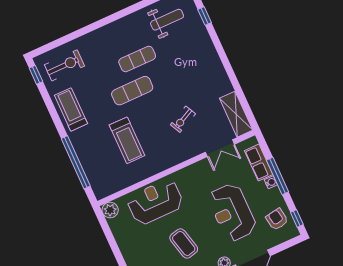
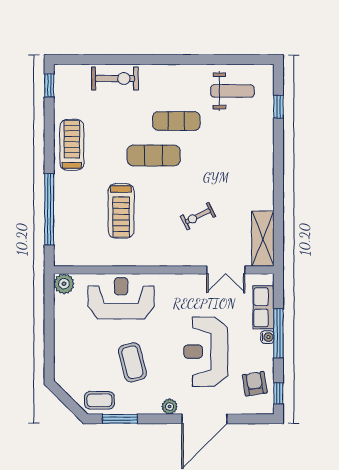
exercise bike: (64, 65) -> (115, 79), moved

